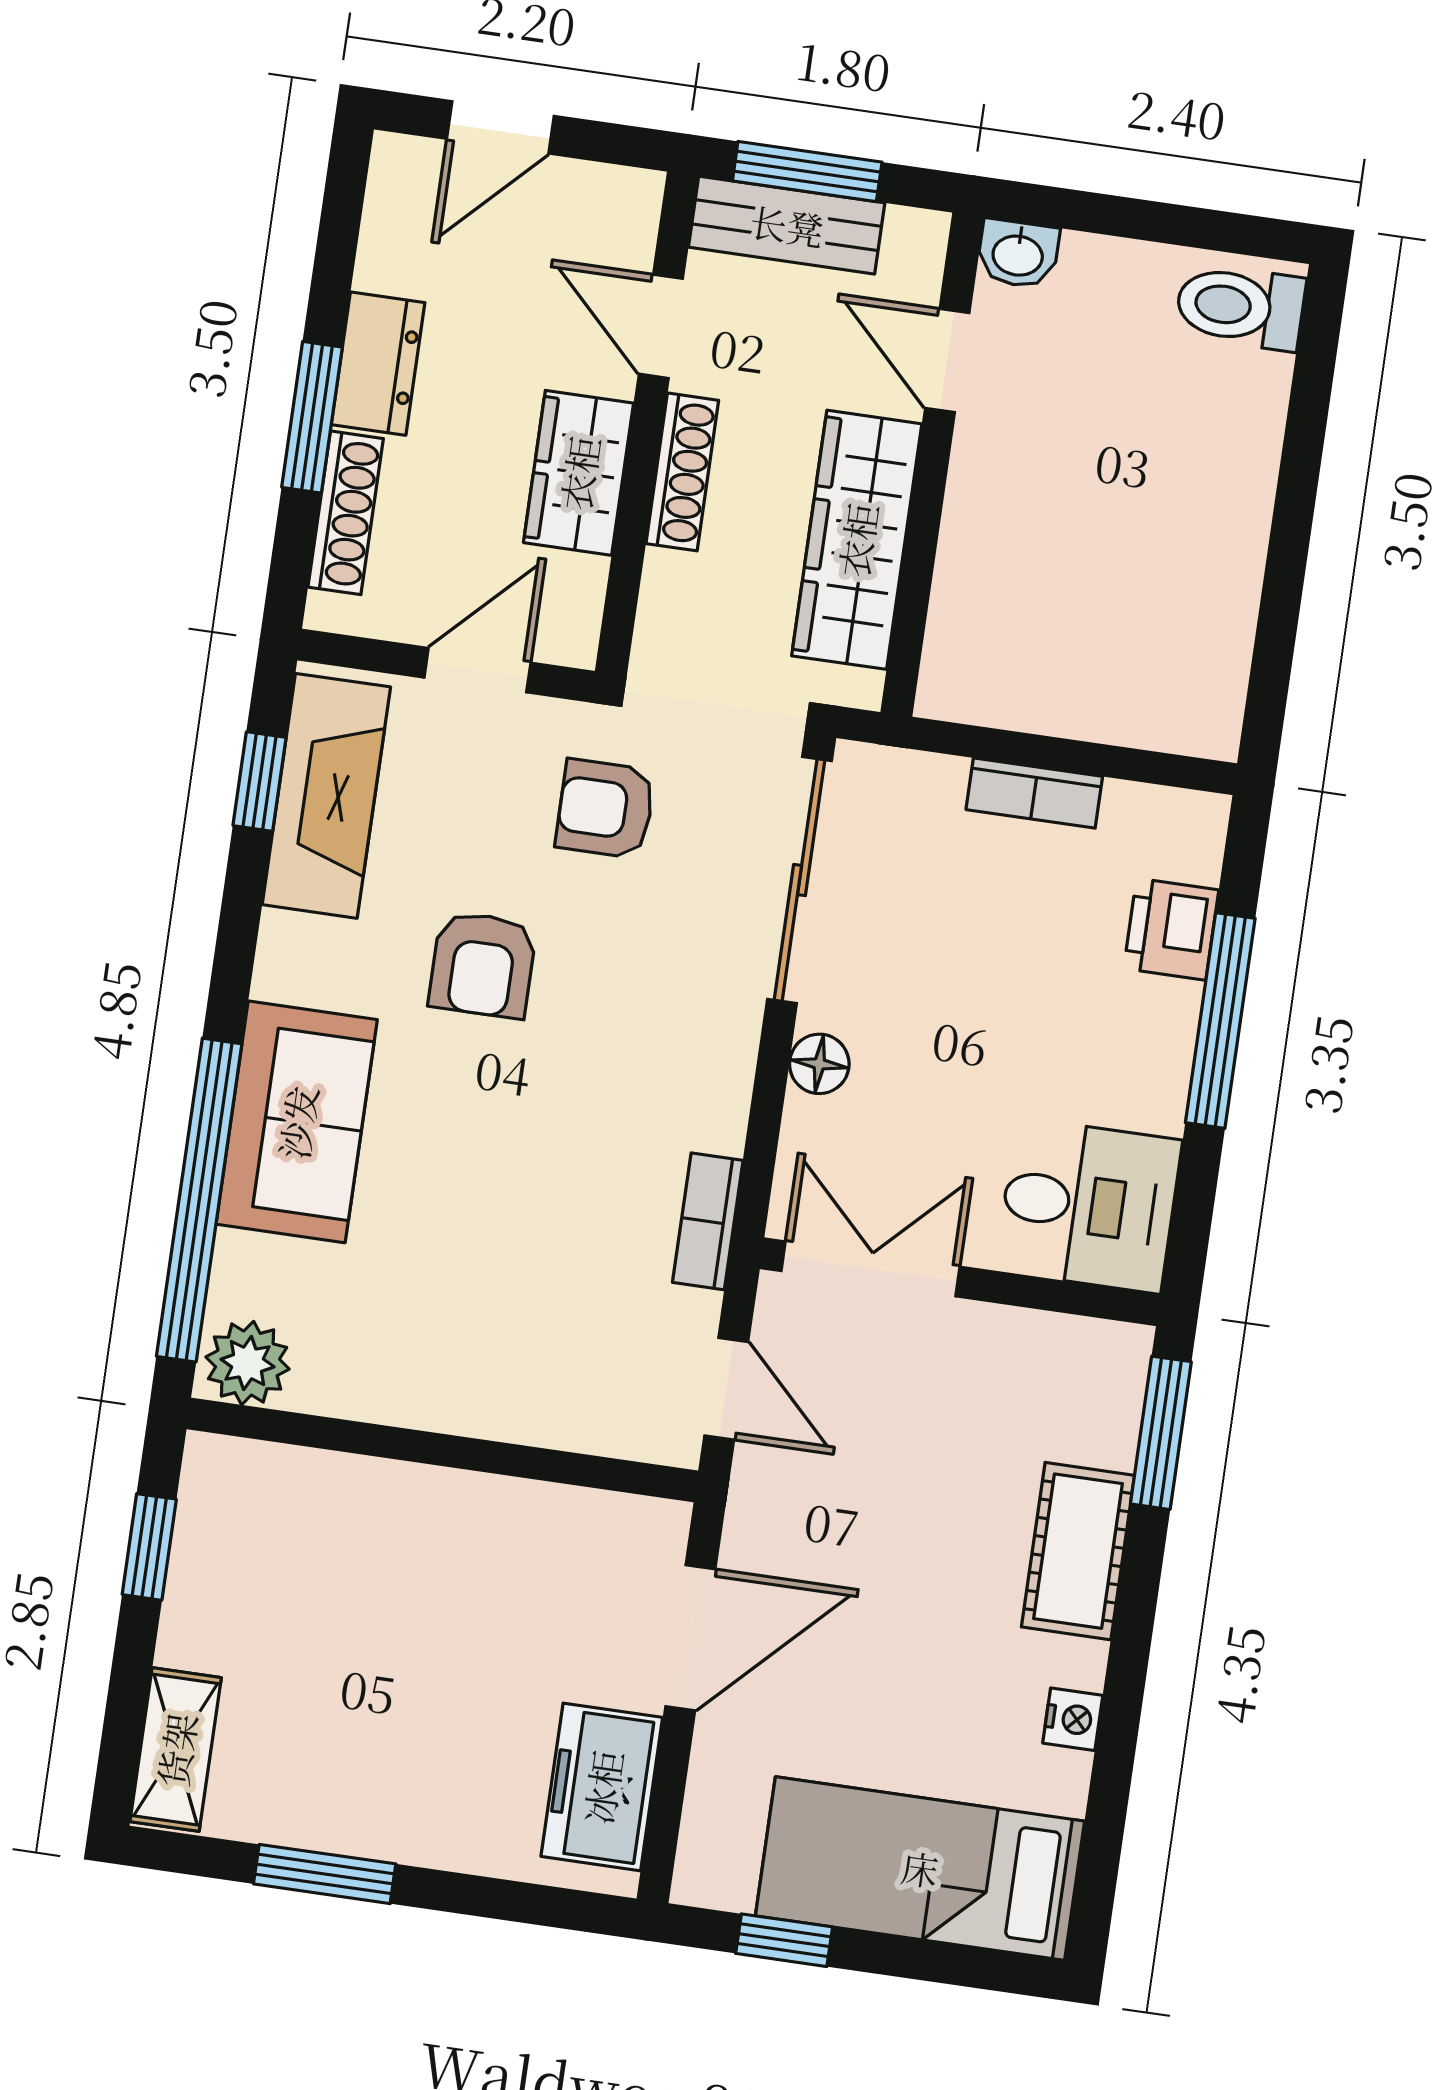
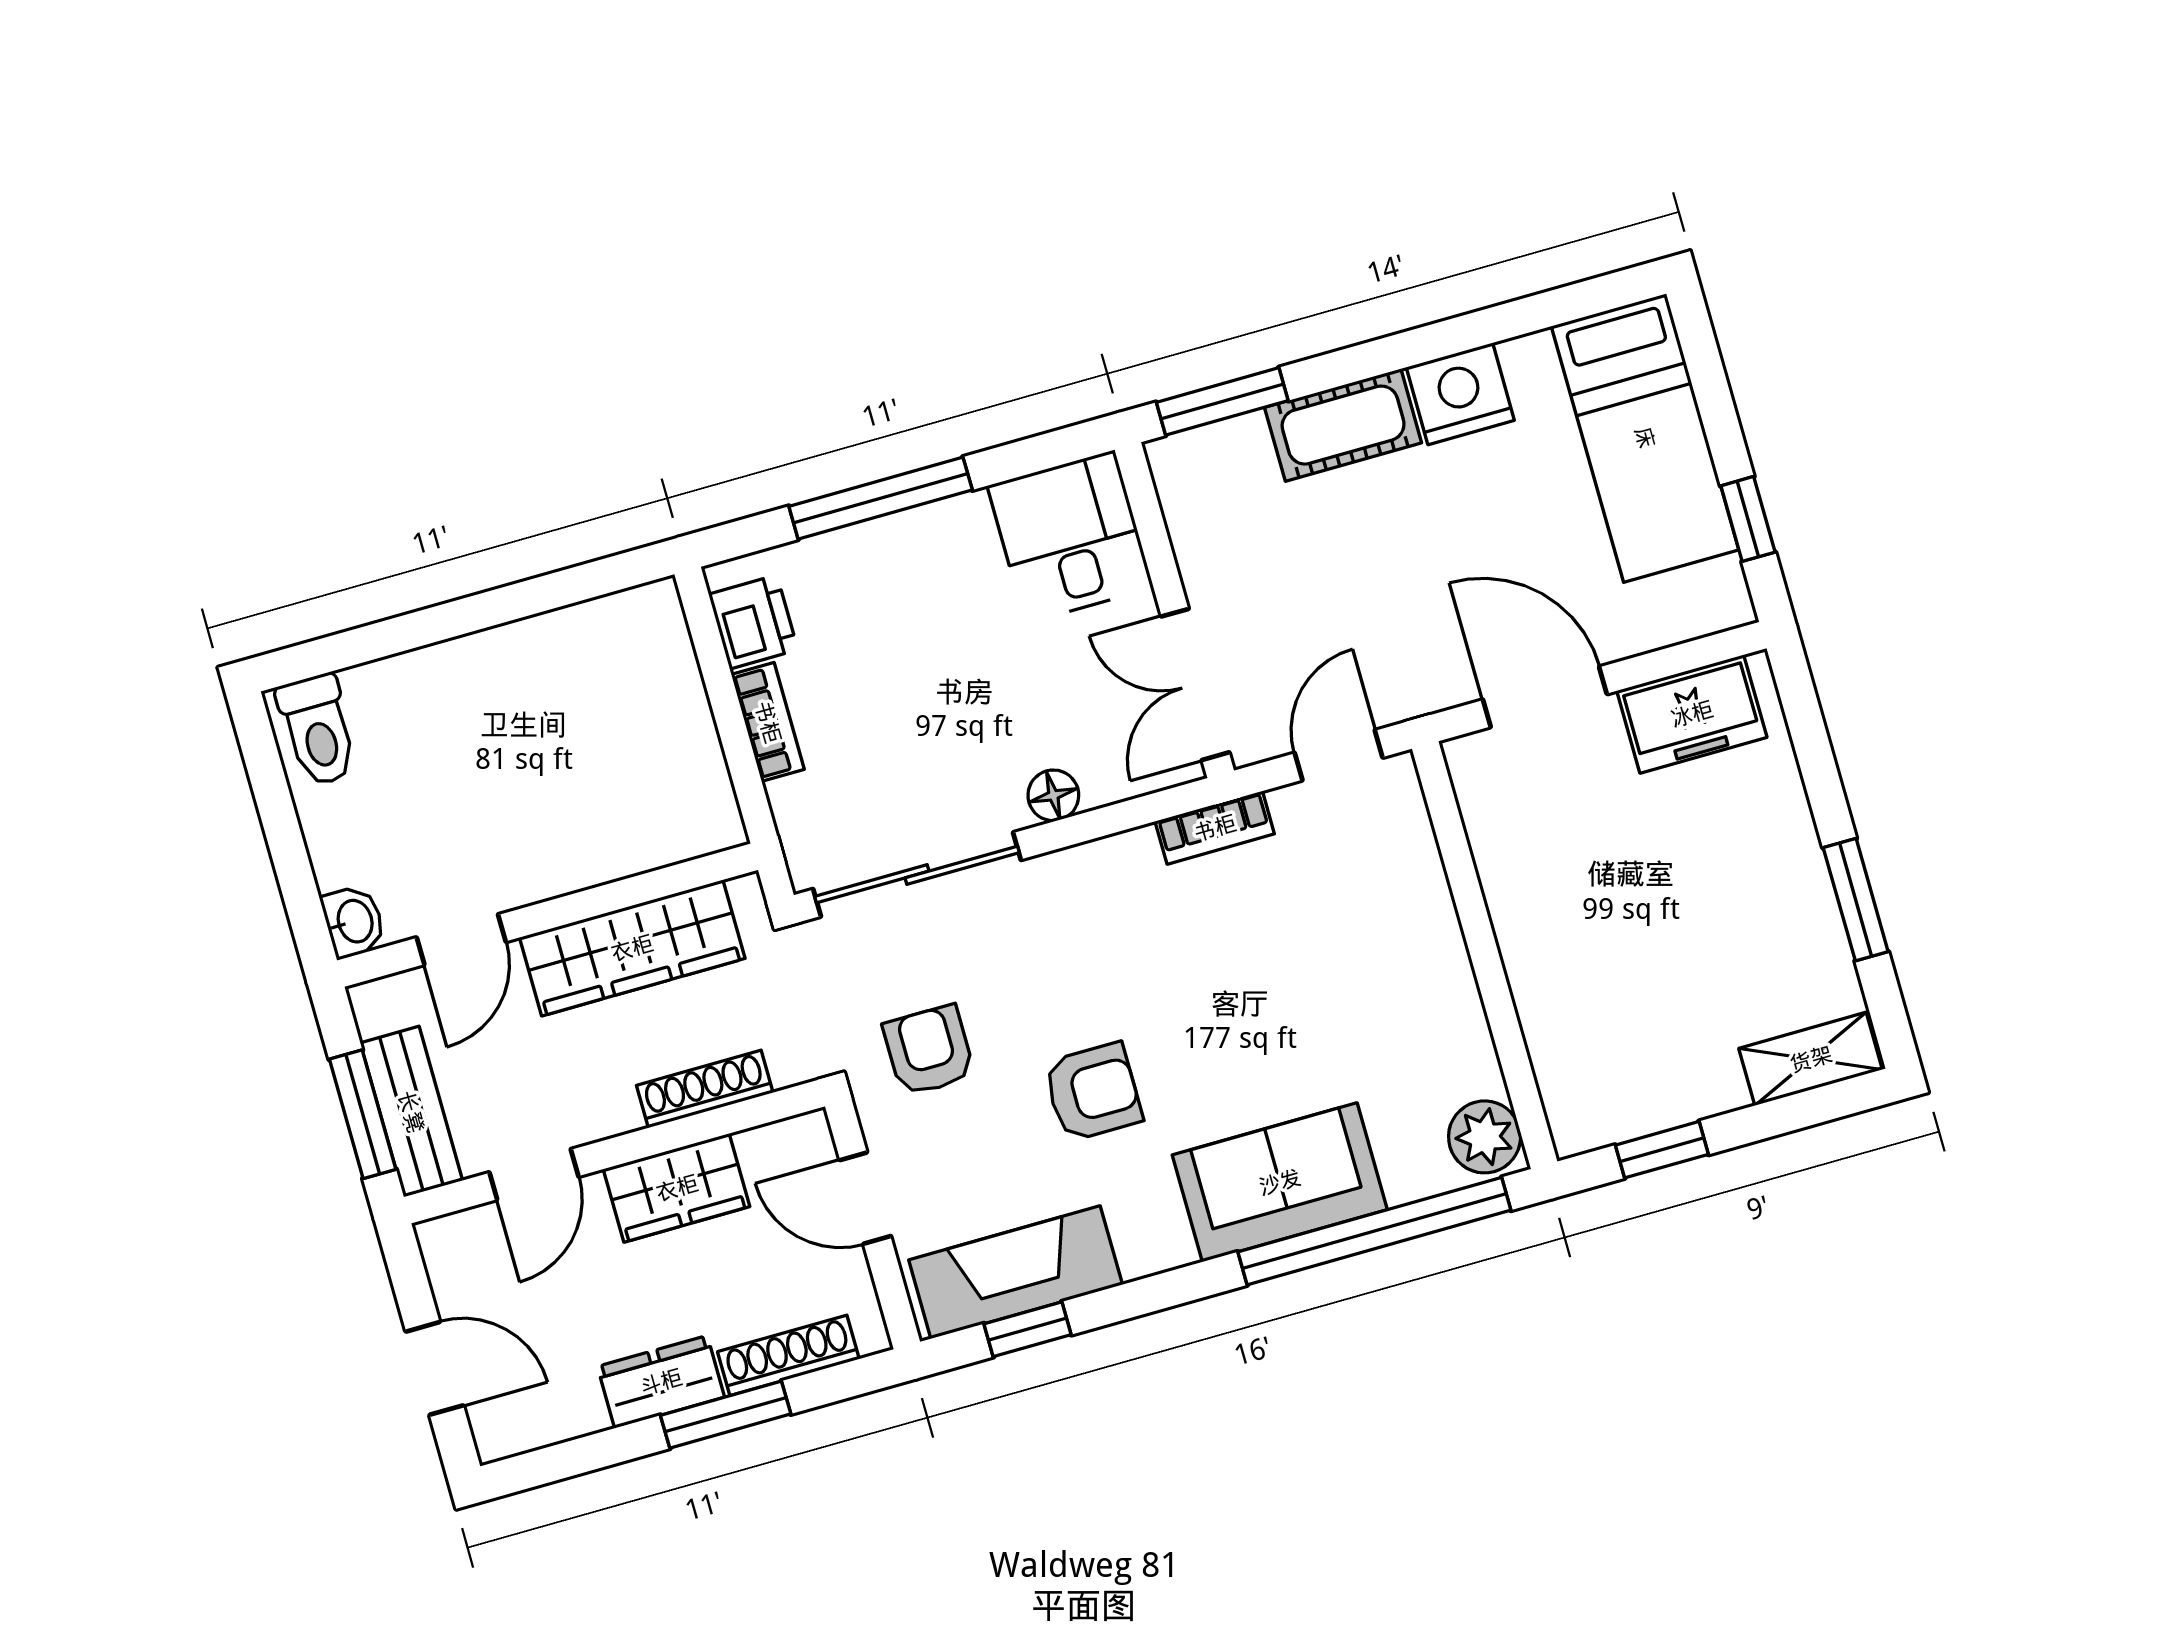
shoe rack: (682, 472) -> (705, 1089), moved
armchair: (605, 809) -> (929, 1050), turned 180
printer: (1171, 929) -> (753, 622), moved, turned -90
nightstand: (1073, 1719) -> (1460, 394), width x1.89, depth x1.79

